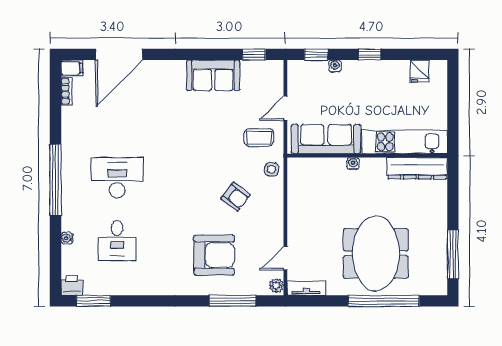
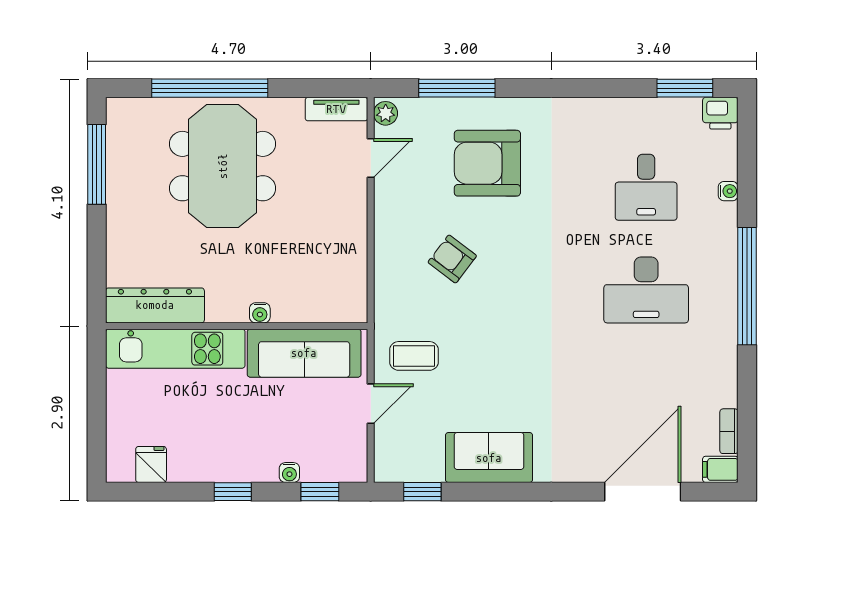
side table: (271, 169) -> (393, 304), removed
desk: (117, 240) -> (646, 187), turned 180

